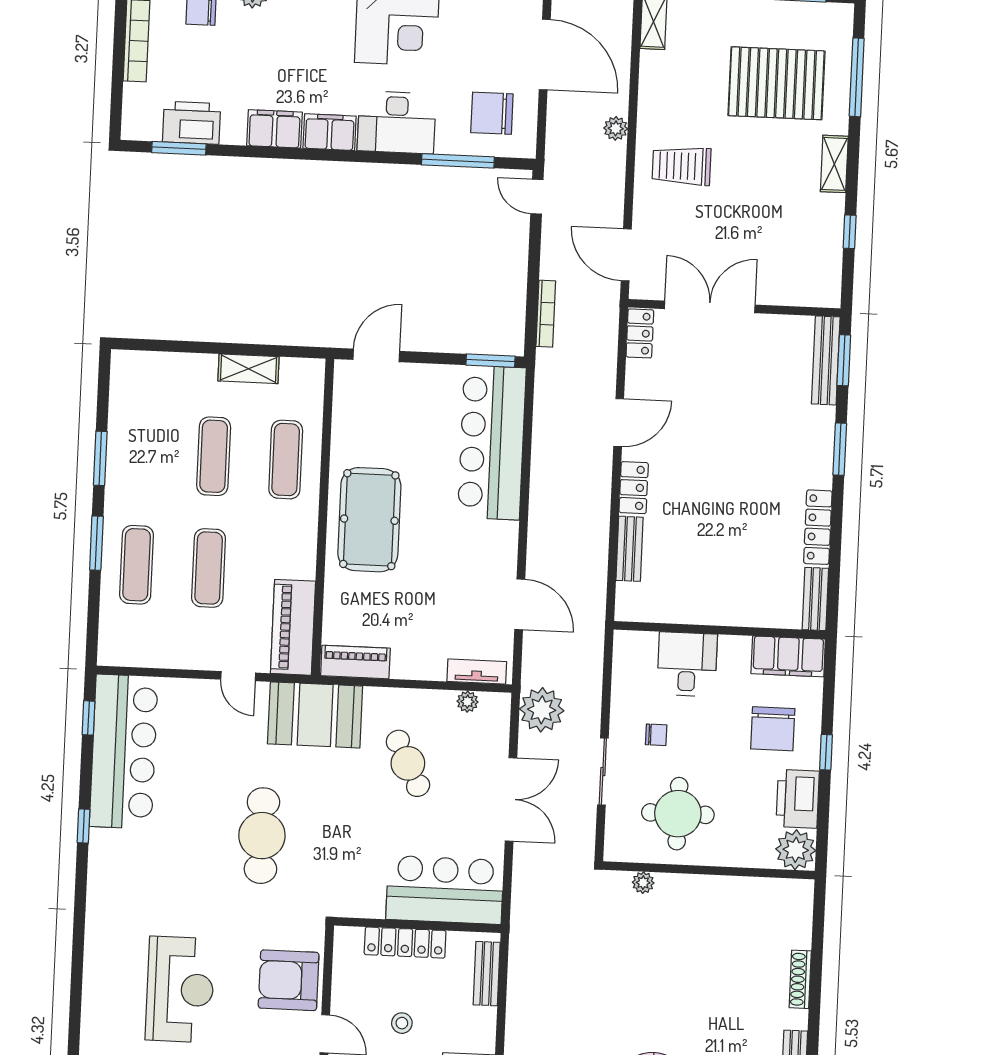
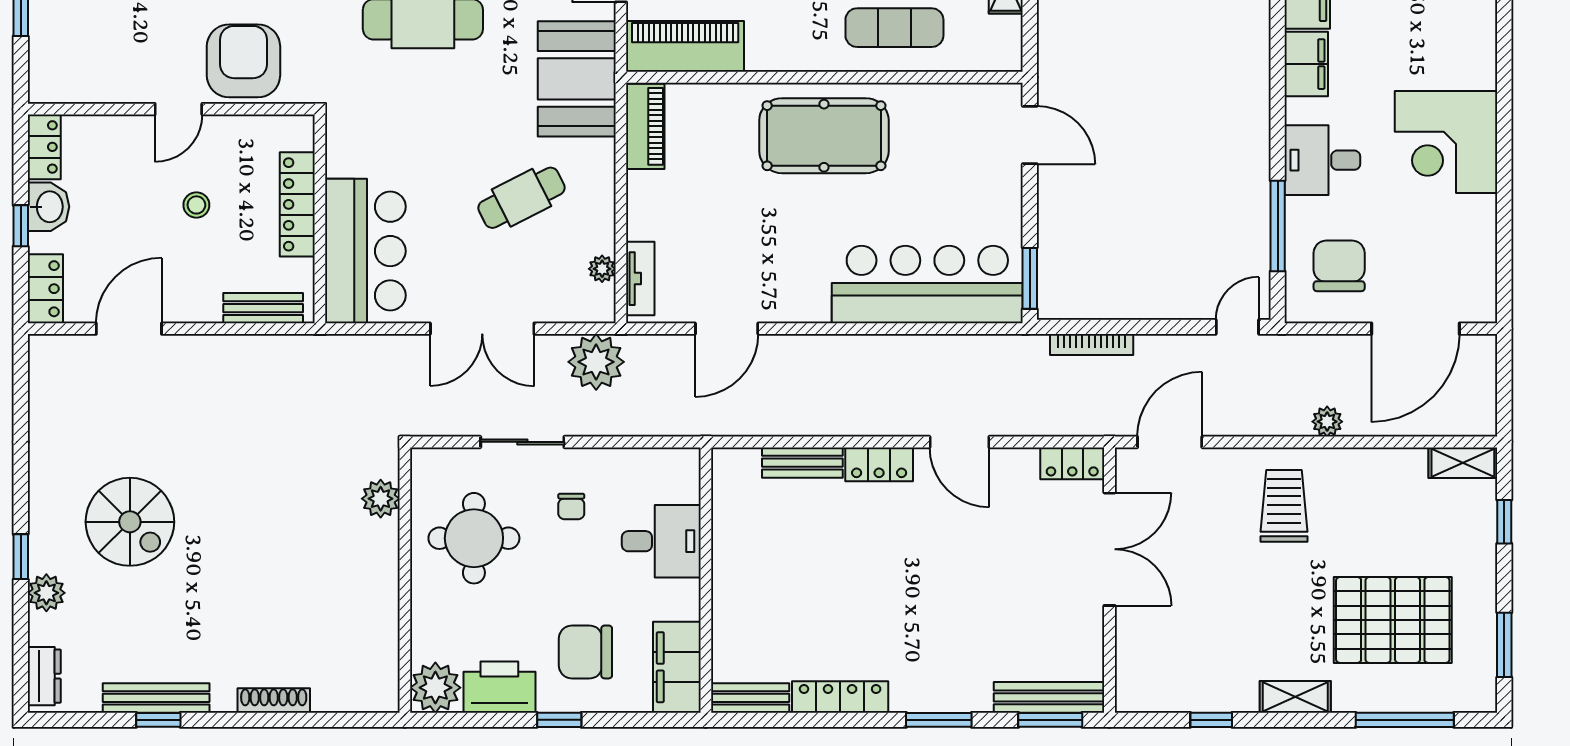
pallet: (776, 83) -> (1393, 620), turned 90
desk: (397, 122) -> (1322, 160), width x0.73
plant: (643, 883) -> (381, 499), width x1.38, depth x1.38

